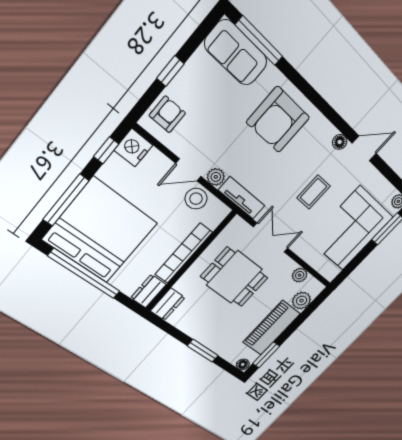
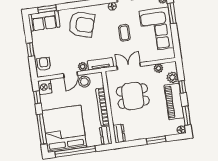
window: (259, 41) -> (47, 9), width x0.69
armchair: (278, 120) -> (82, 24), turned -73
window: (299, 321) -> (182, 87), added

